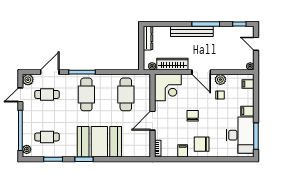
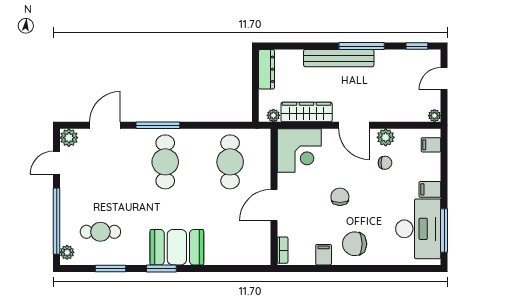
door: (256, 44) -> (444, 78), hinge flipped
cafe table: (47, 94) -> (100, 162), removed
booth: (99, 142) -> (177, 247), width x0.73, depth x0.70

